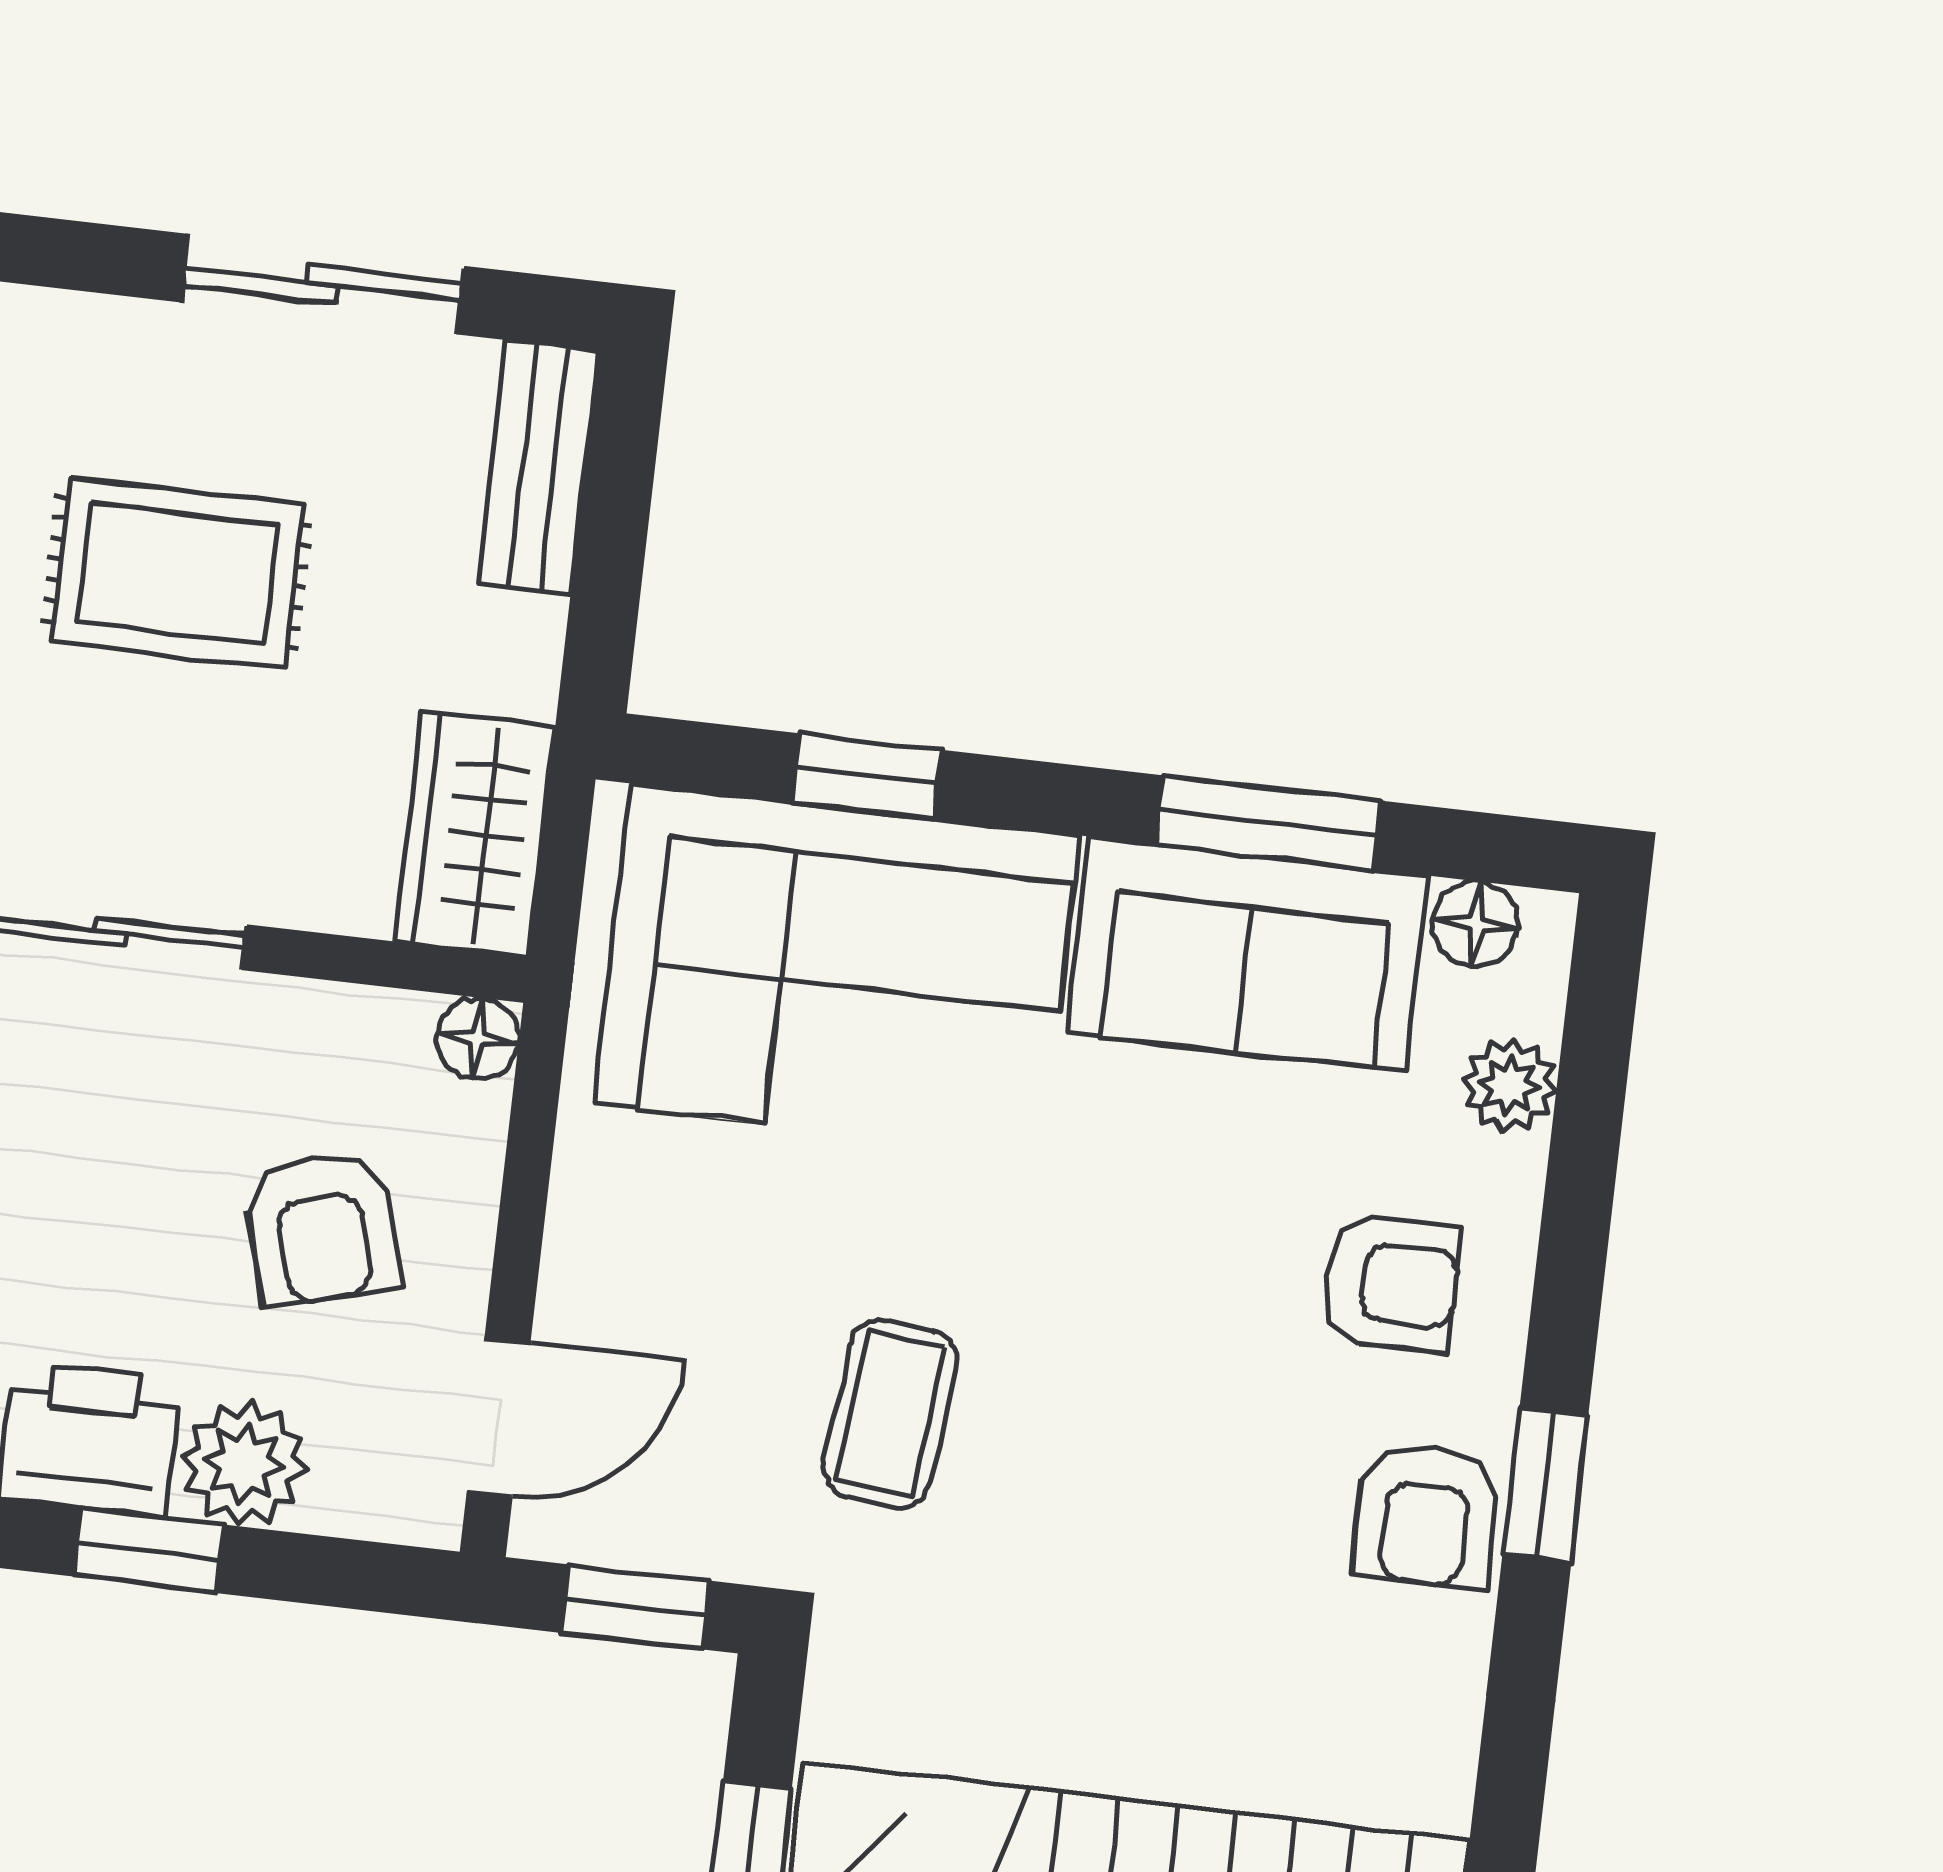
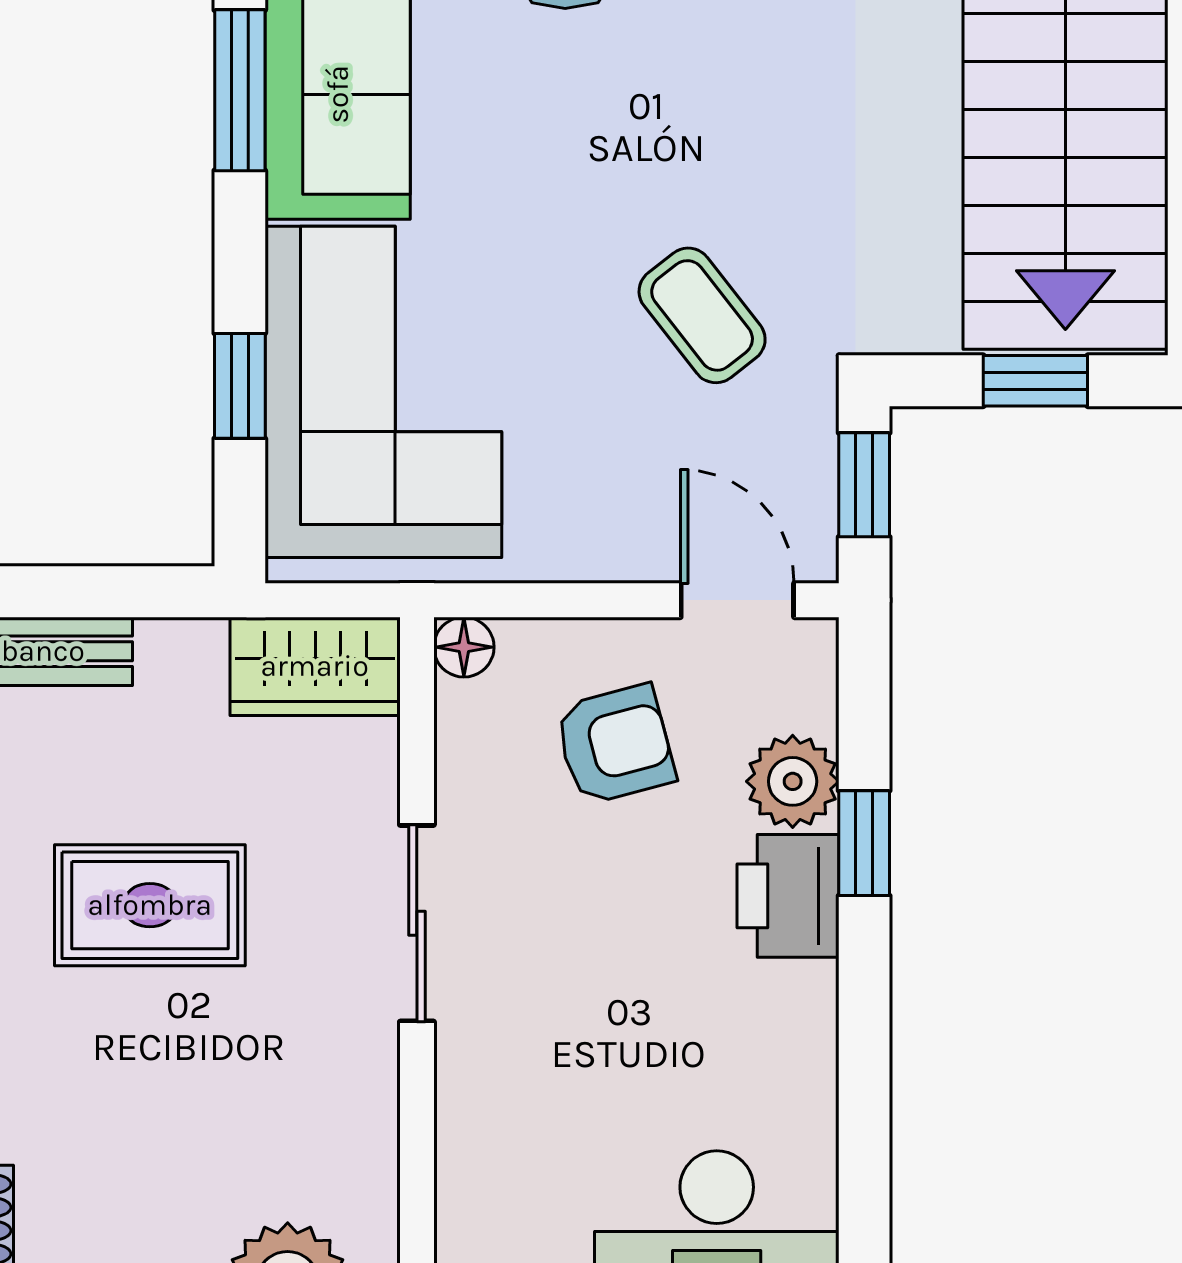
rug: (177, 573) -> (150, 905), turned 90
coffee table: (890, 1414) -> (702, 315), turned 46

